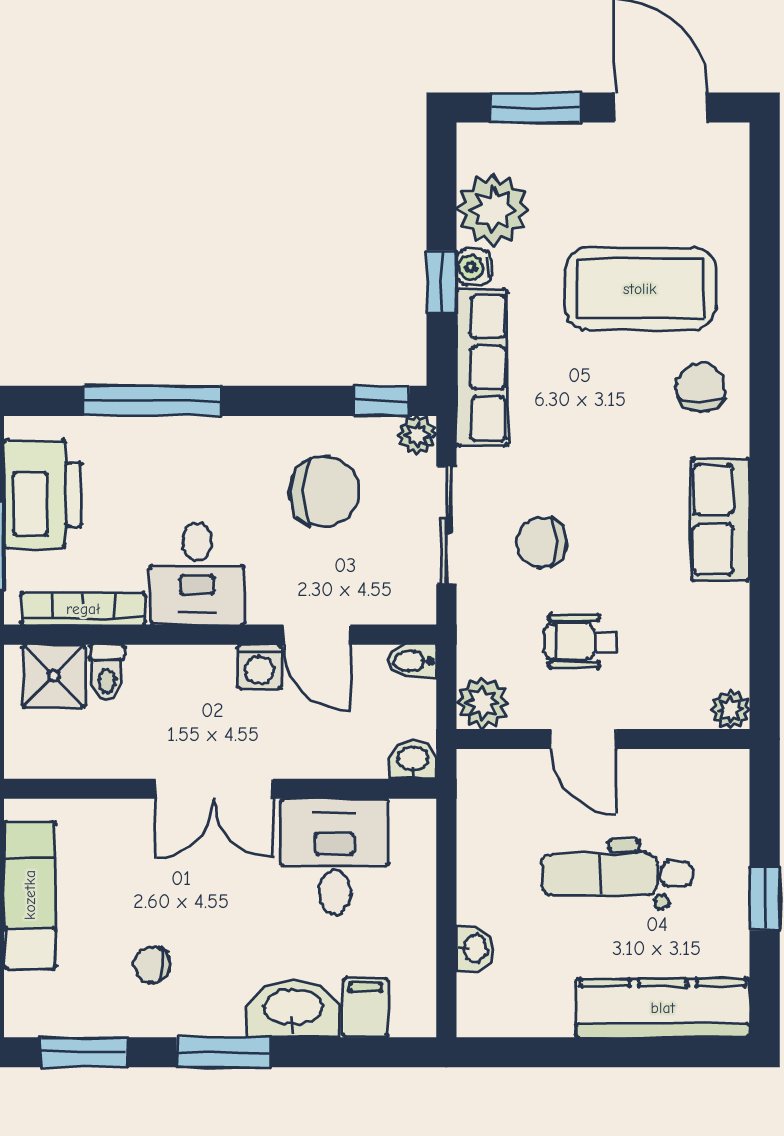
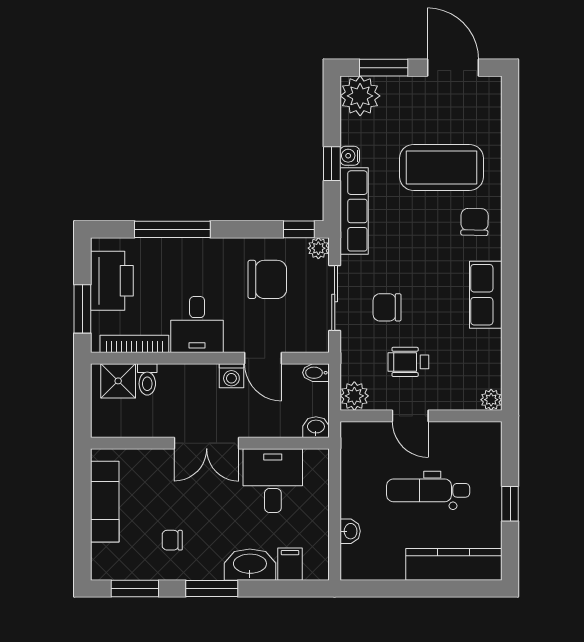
plant: (493, 209) -> (360, 96), moved

